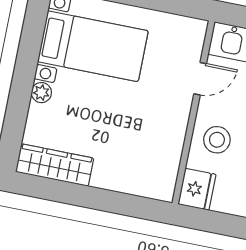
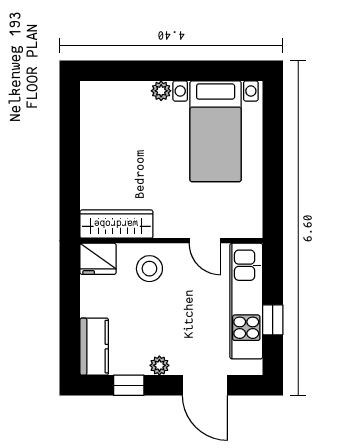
wardrobe: (55, 165) -> (116, 224), moved, turned -90

